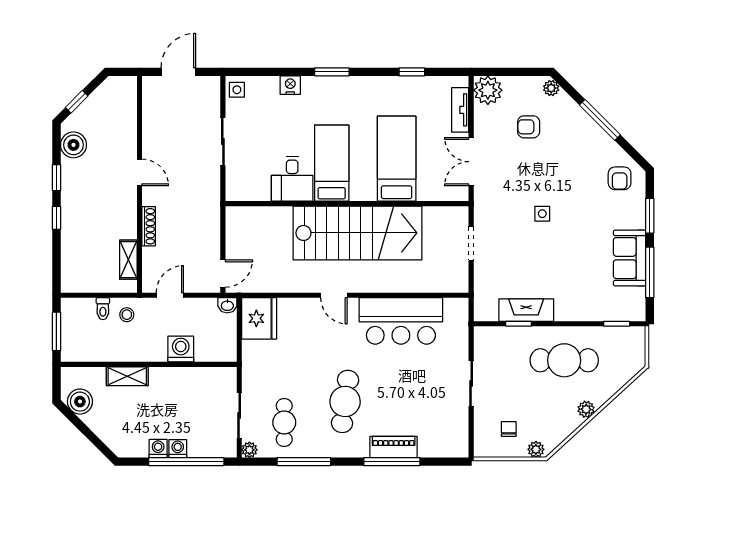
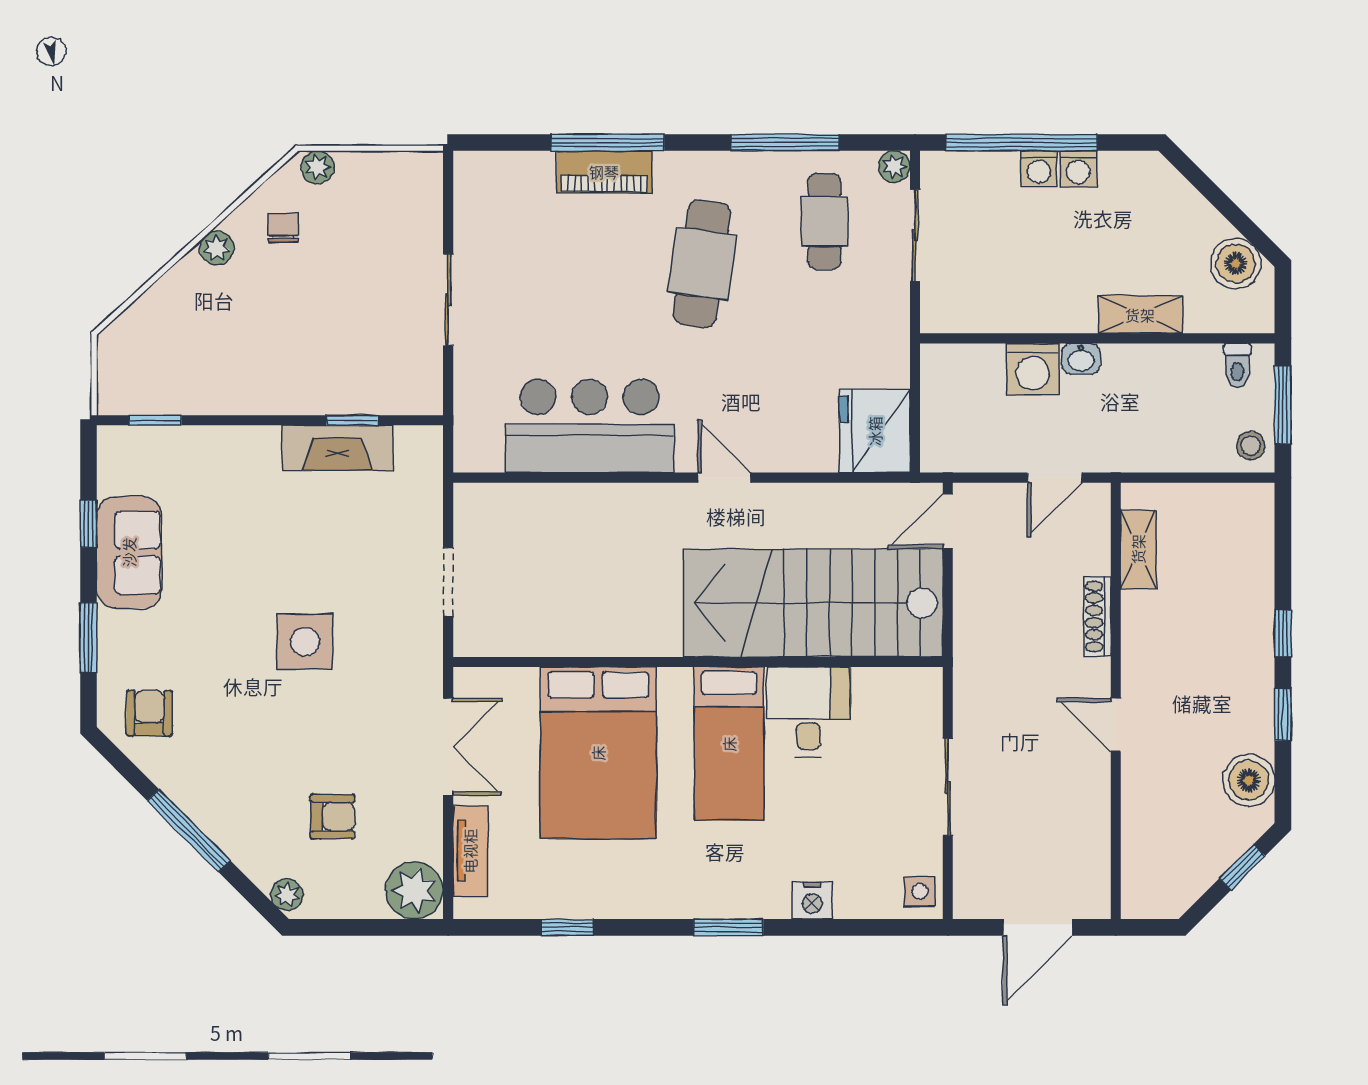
bed: (397, 159) -> (598, 753), width x1.50
side table: (542, 214) -> (305, 642), width x1.87, depth x1.87
stairs: (358, 233) -> (813, 603), moved
window: (650, 272) -> (88, 524), width x0.46
washbasin: (227, 305) -> (1081, 359), moved, turned 180
toilet: (103, 309) -> (1237, 365), moved, turned 180
stool: (127, 315) -> (1251, 446), moved
cafe table: (564, 360) -> (261, 347), removed
chair: (509, 429) -> (283, 228), moved, turned 180

